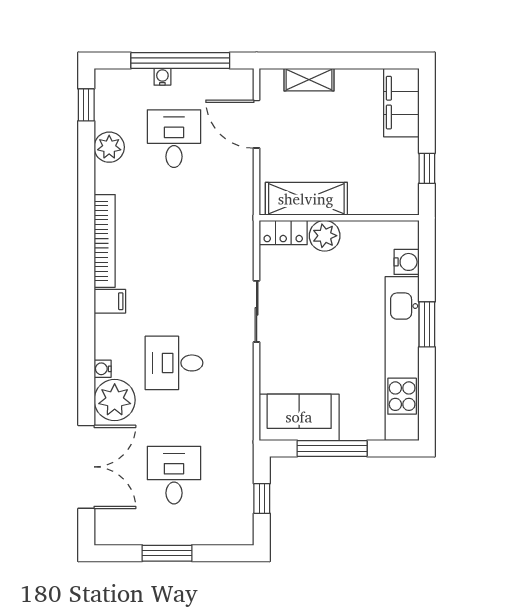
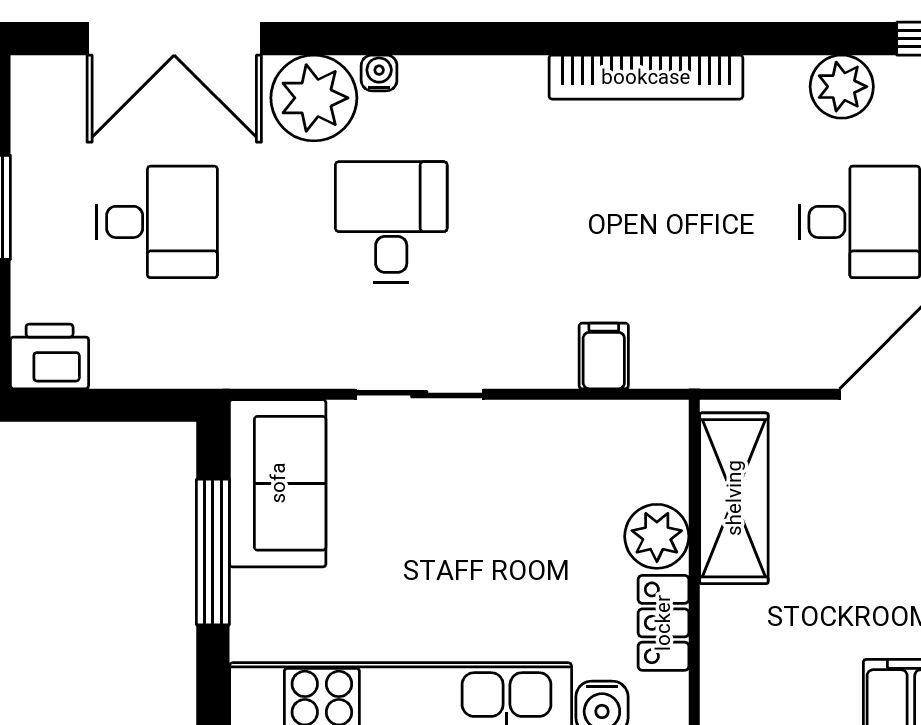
locker: (283, 233) -> (663, 623), moved
filing cabinet: (110, 301) -> (604, 356), moved, turned 180
sliding door: (257, 311) -> (419, 394), moved
window: (262, 498) -> (108, 405), removed
printer: (238, 527) -> (50, 356), added

